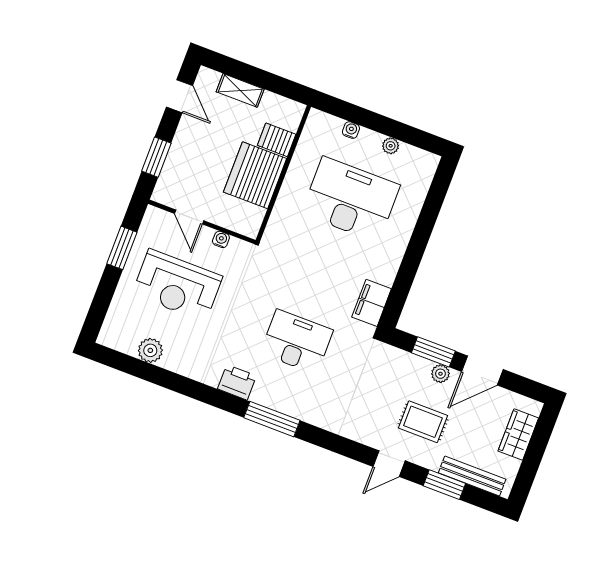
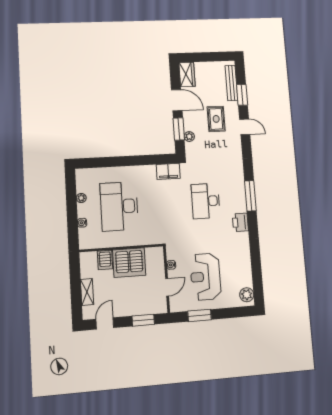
reception desk: (177, 285) -> (205, 277), turned 180
plant: (150, 350) -> (247, 295), moved
plant: (440, 374) -> (189, 136), moved
wardrobe: (518, 435) -> (187, 74), moved, turned -90

